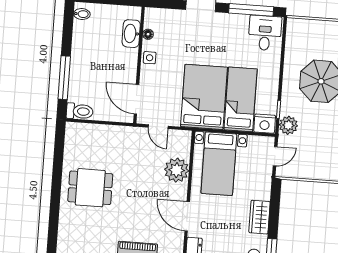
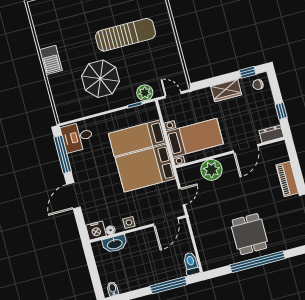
nightstand: (265, 124) -> (96, 231), moved, turned 90
window: (56, 186) -> (257, 262), added

